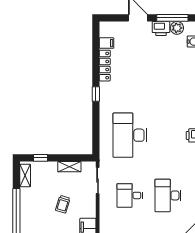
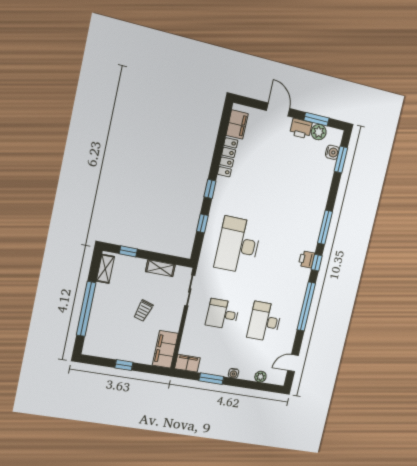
window: (172, 18) -> (316, 119), width x0.69
filing cabinet: (107, 43) -> (237, 124), width x2.00
window: (96, 123) -> (202, 223), added

